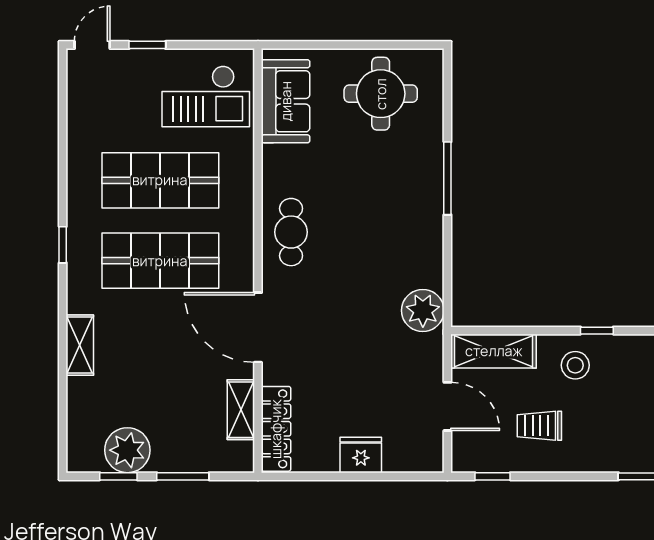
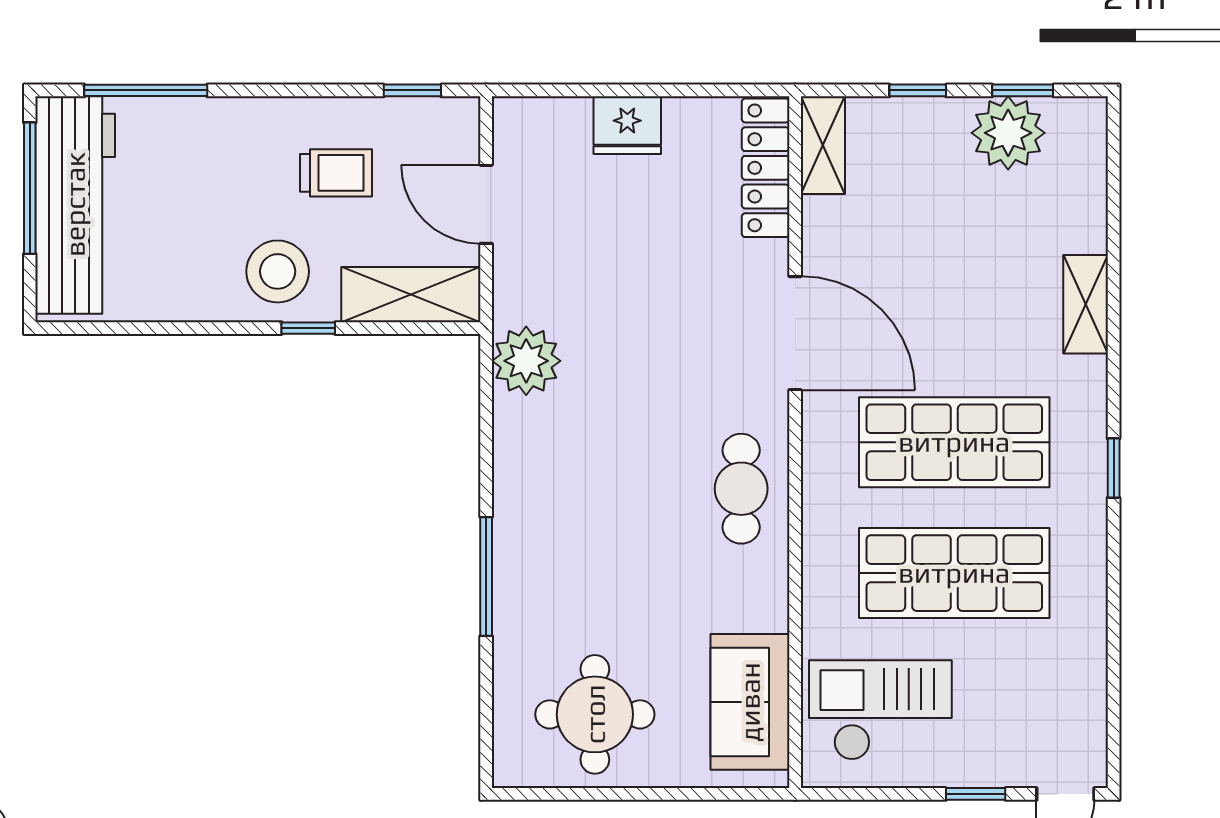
window: (597, 331) -> (308, 328), moved
stool: (575, 365) -> (278, 271), width x1.38, depth x1.38
shelving: (241, 410) -> (823, 145), moved
window: (183, 476) -> (918, 90), width x0.67

